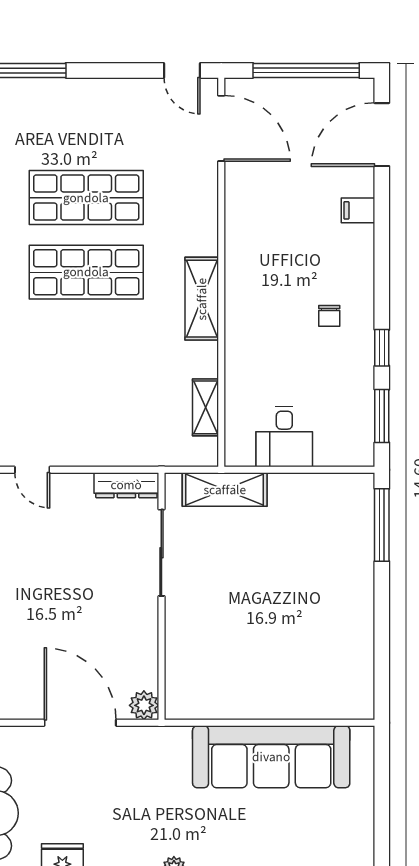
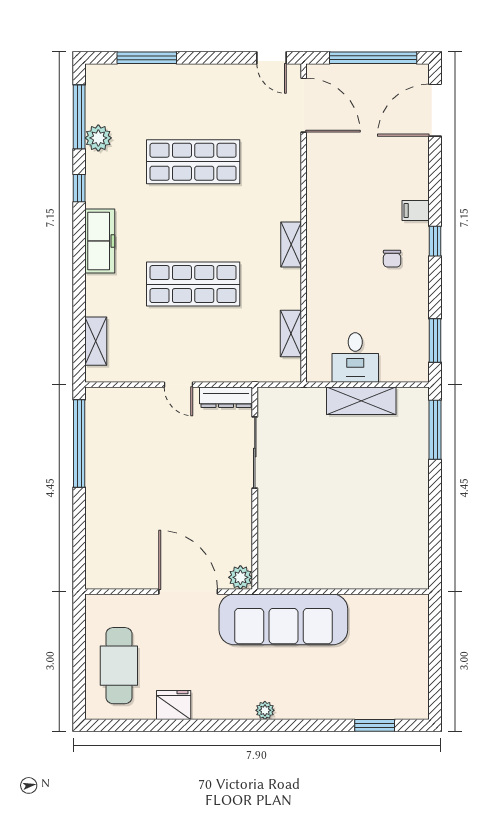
filing cabinet: (358, 210) -> (416, 211), moved
shop shelf: (86, 272) -> (193, 284), moved
shelving: (202, 299) -> (291, 244), width x0.67, depth x0.75
window: (382, 348) -> (435, 241), moved
door: (32, 470) -> (178, 385), moved
shelving: (225, 490) -> (361, 401), moved
sofa: (271, 757) -> (283, 619), moved

